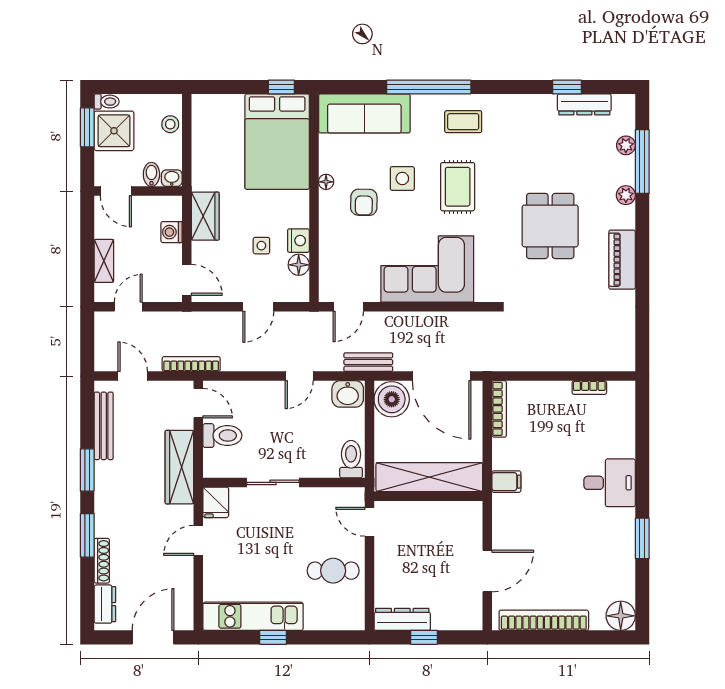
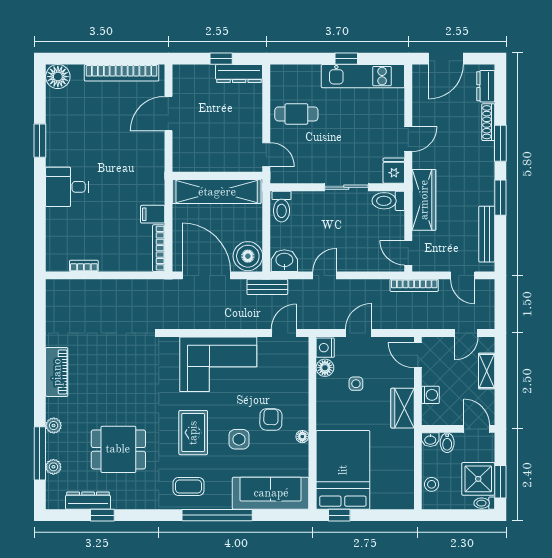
dining table: (550, 226) -> (118, 449), moved, turned 90
nightstand: (298, 241) -> (325, 348), moved
toilet: (222, 436) -> (388, 201), moved
filing cabinet: (506, 482) -> (153, 214), moved

